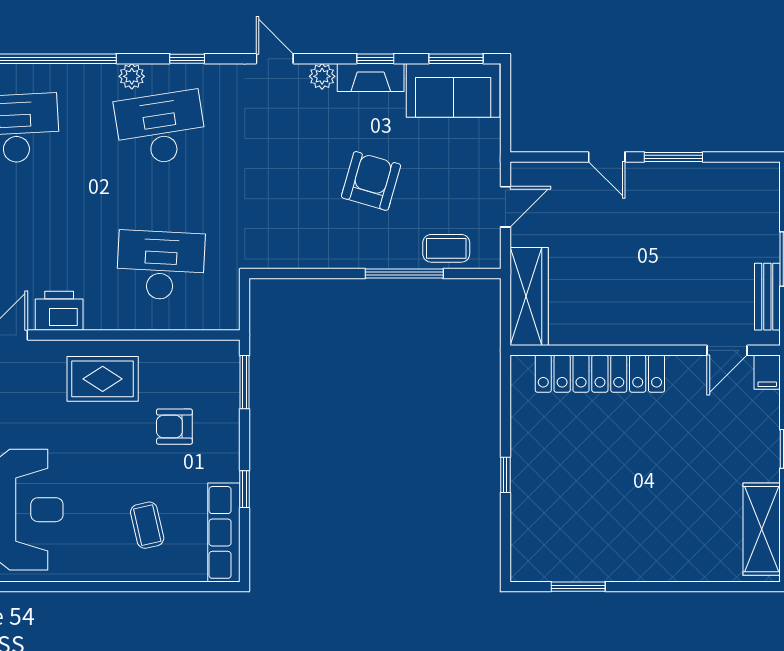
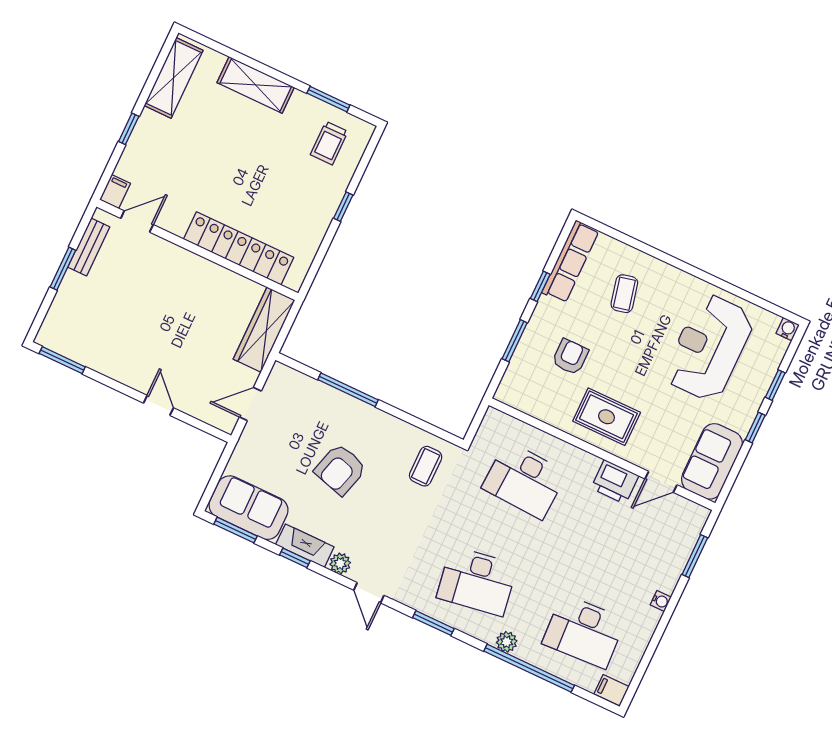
window: (187, 59) -> (433, 623), width x1.50
plant: (132, 76) -> (507, 642), moved
window: (673, 157) -> (62, 360), moved
coffee table: (446, 248) -> (426, 466), moved, turned 90
window: (245, 382) -> (515, 341), moved
armchair: (174, 427) -> (570, 357), turned -90
trolley: (554, 538) -> (329, 143), added
shelving: (667, 564) -> (256, 85), added

